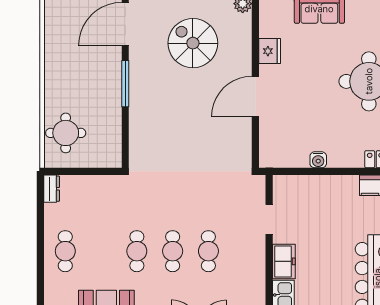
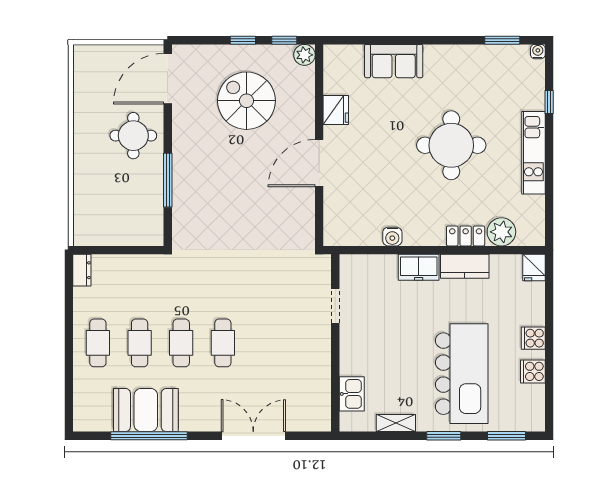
window: (125, 84) -> (168, 180), moved
round table: (66, 133) -> (133, 136), moved
cafe table: (208, 251) -> (140, 343), moved
freezer: (284, 261) -> (419, 267), moved, turned 90

